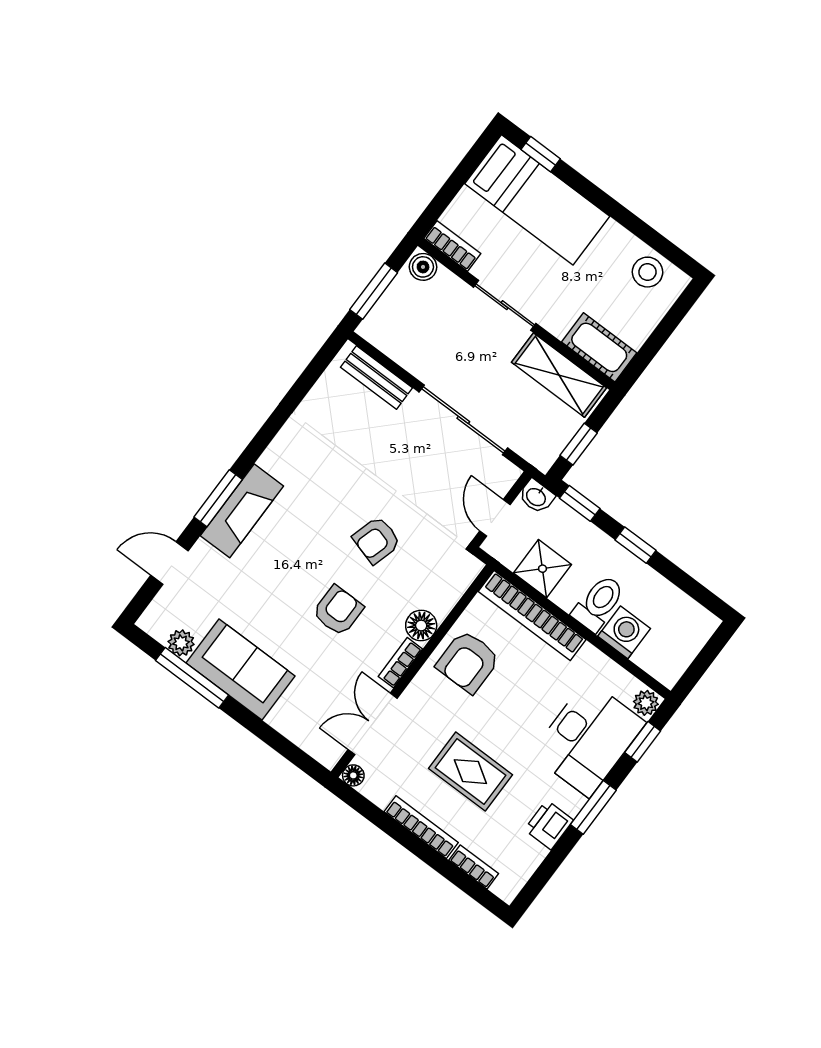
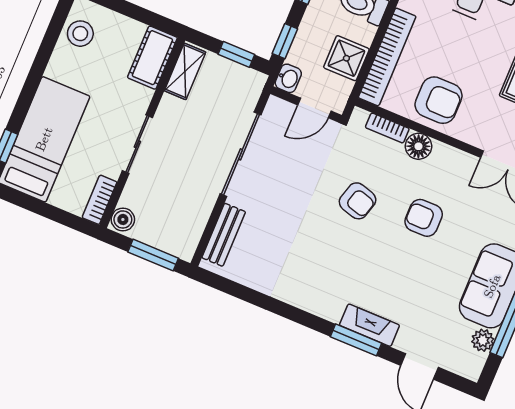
shelving: (559, 375) -> (185, 71), width x0.67, depth x0.75
fireplace: (242, 511) -> (369, 325), width x0.73, depth x0.76
bookcase: (400, 663) -> (387, 128), moved

